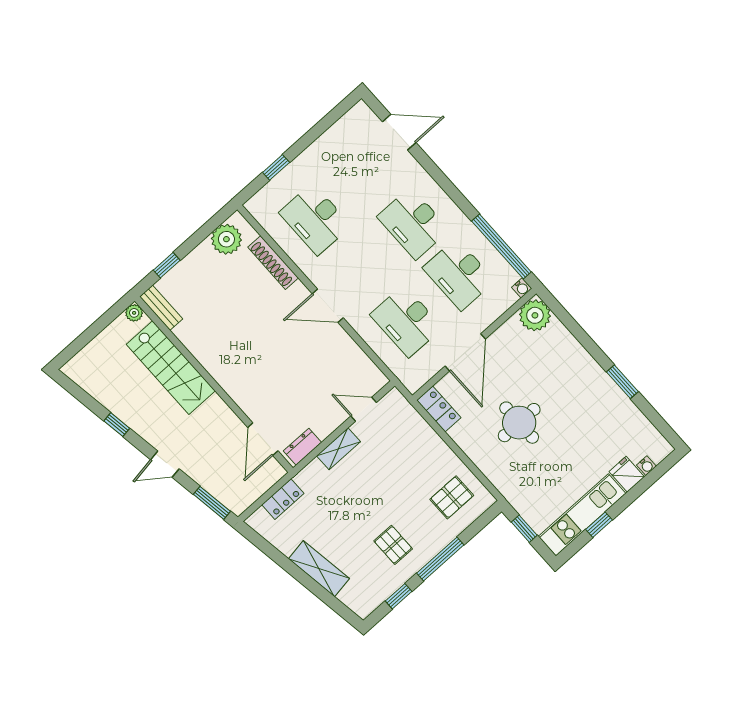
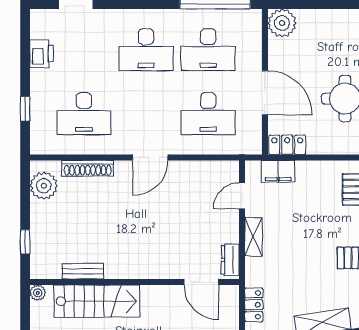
printer: (333, 140) -> (42, 54), added
water cooler: (522, 288) -> (255, 15), removed
bench: (161, 308) -> (83, 271), moved
filing cabinet: (410, 421) -> (278, 171), added

